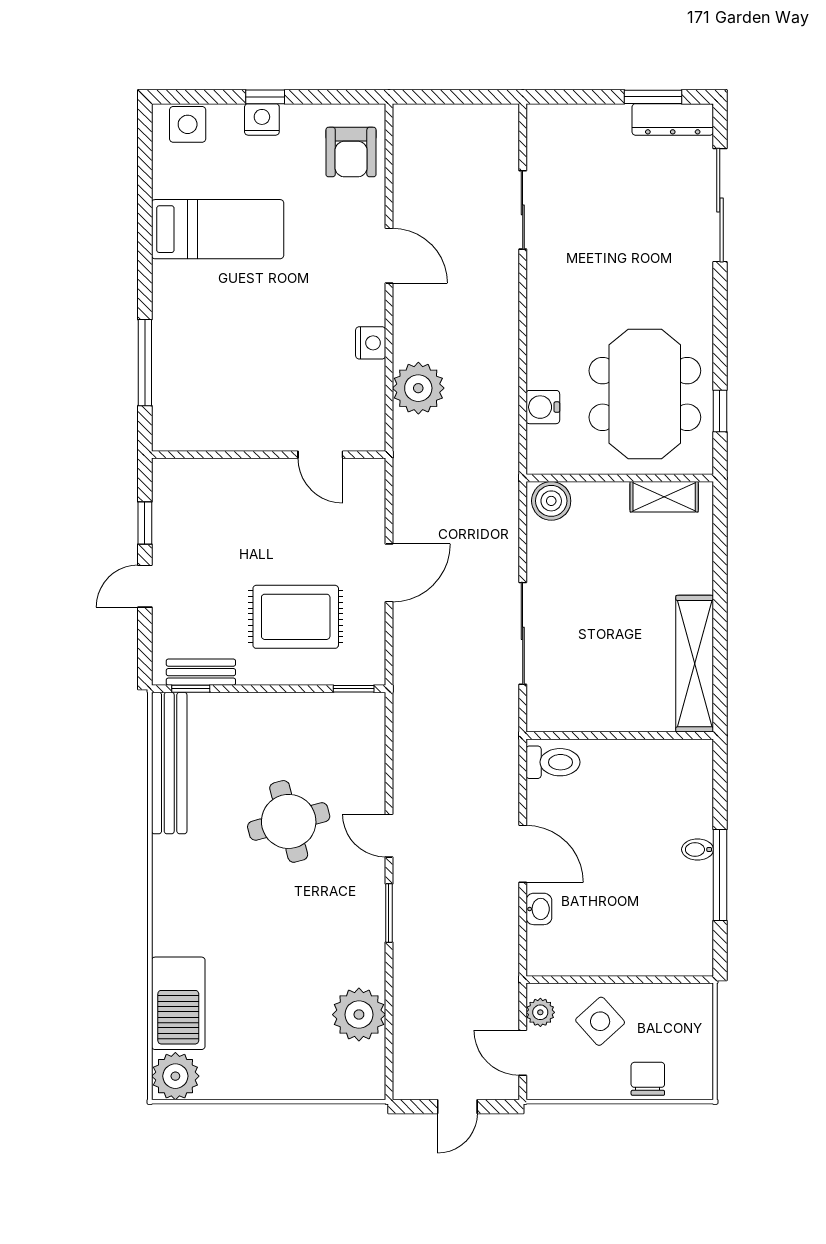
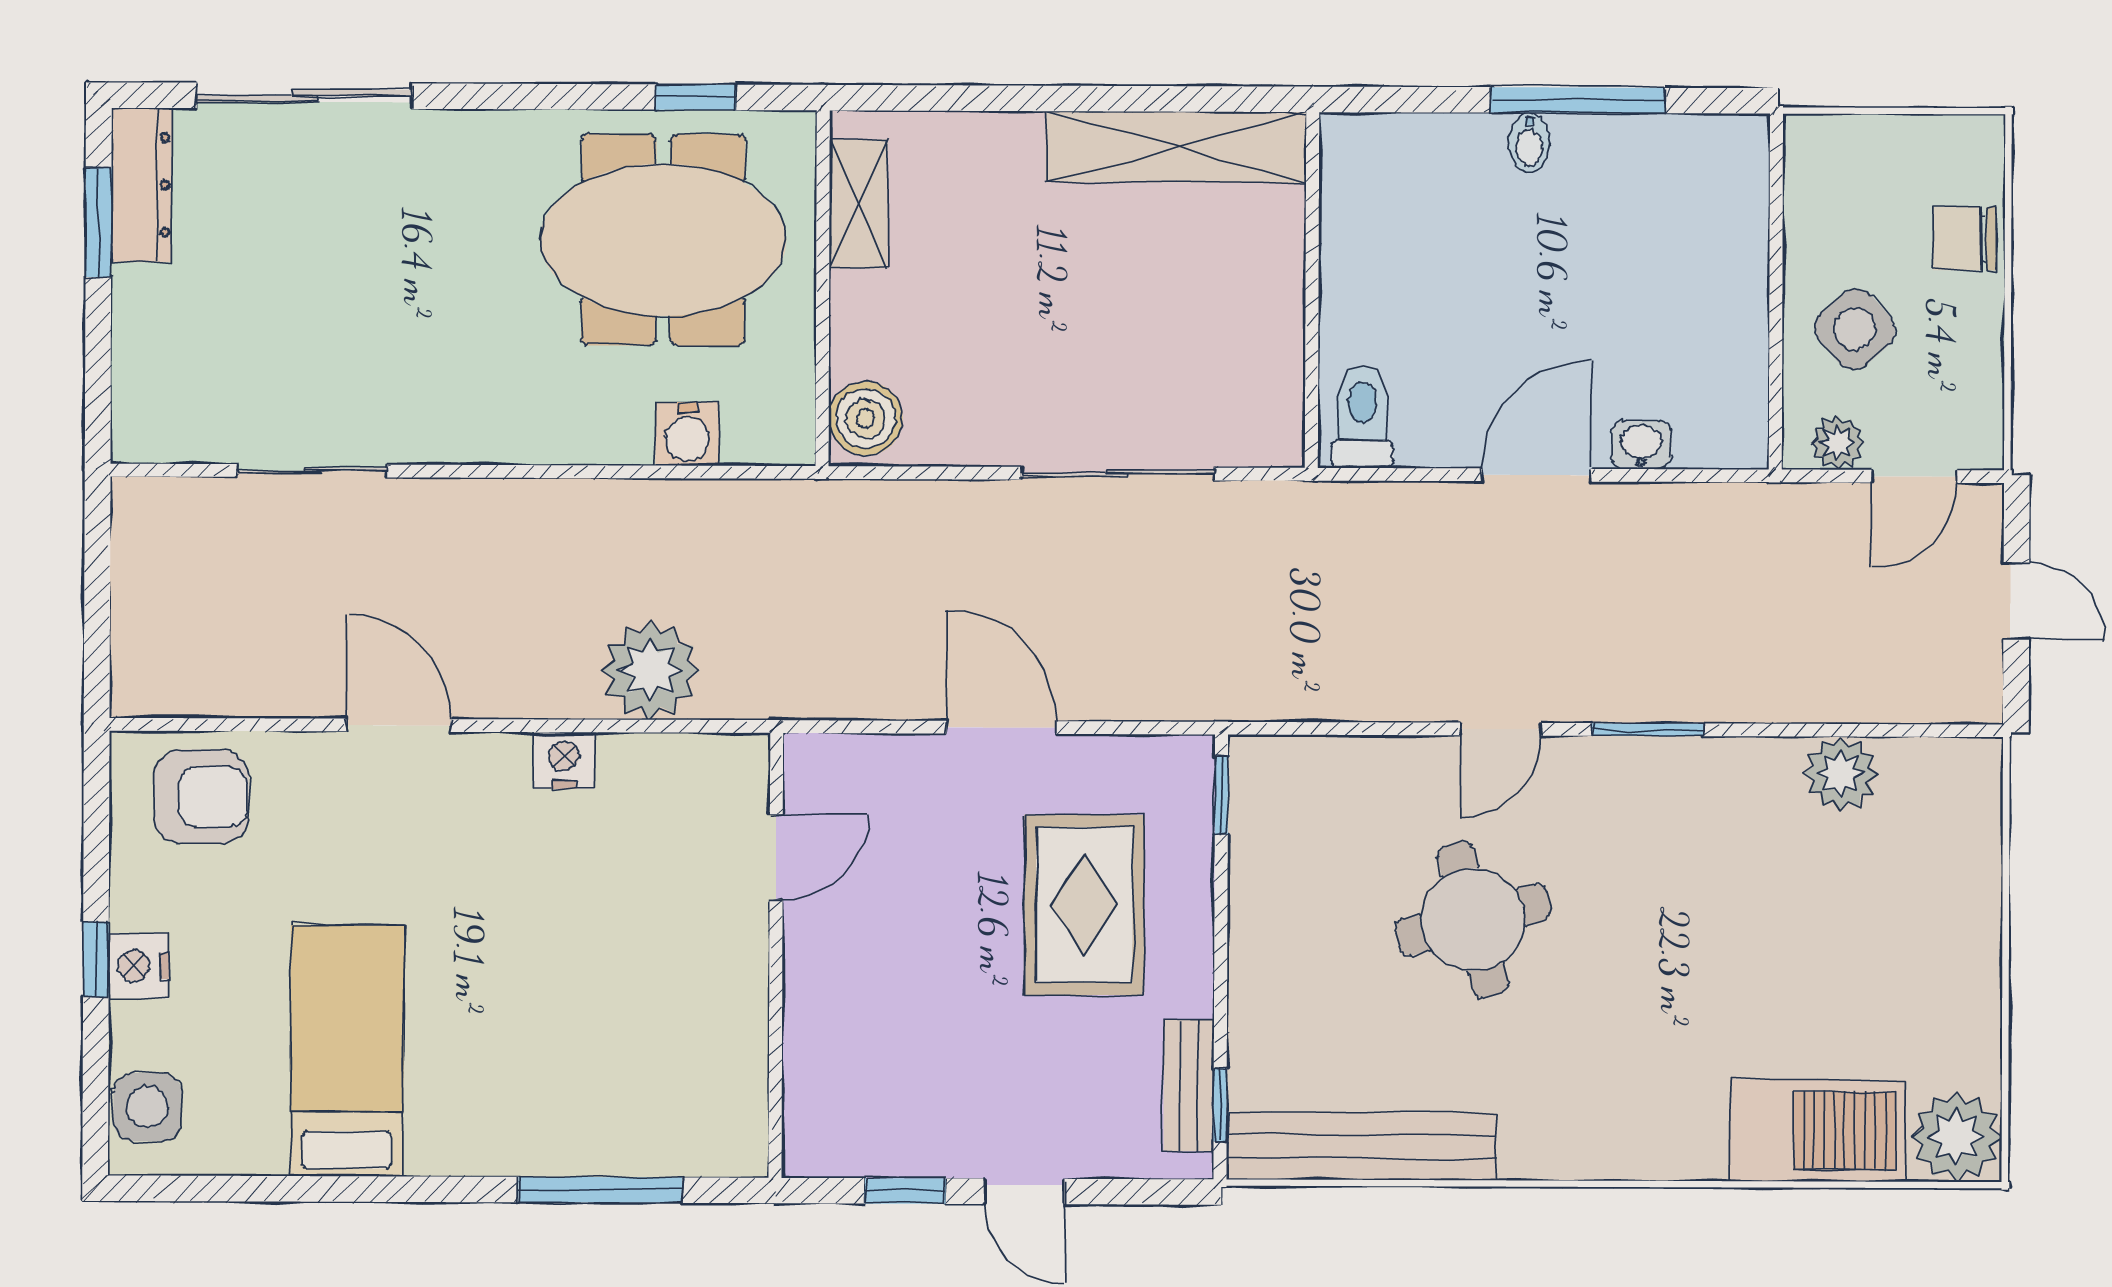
door: (389, 256) -> (399, 725), hinge flipped
plant: (359, 1015) -> (1841, 774), width x0.73, depth x0.73

